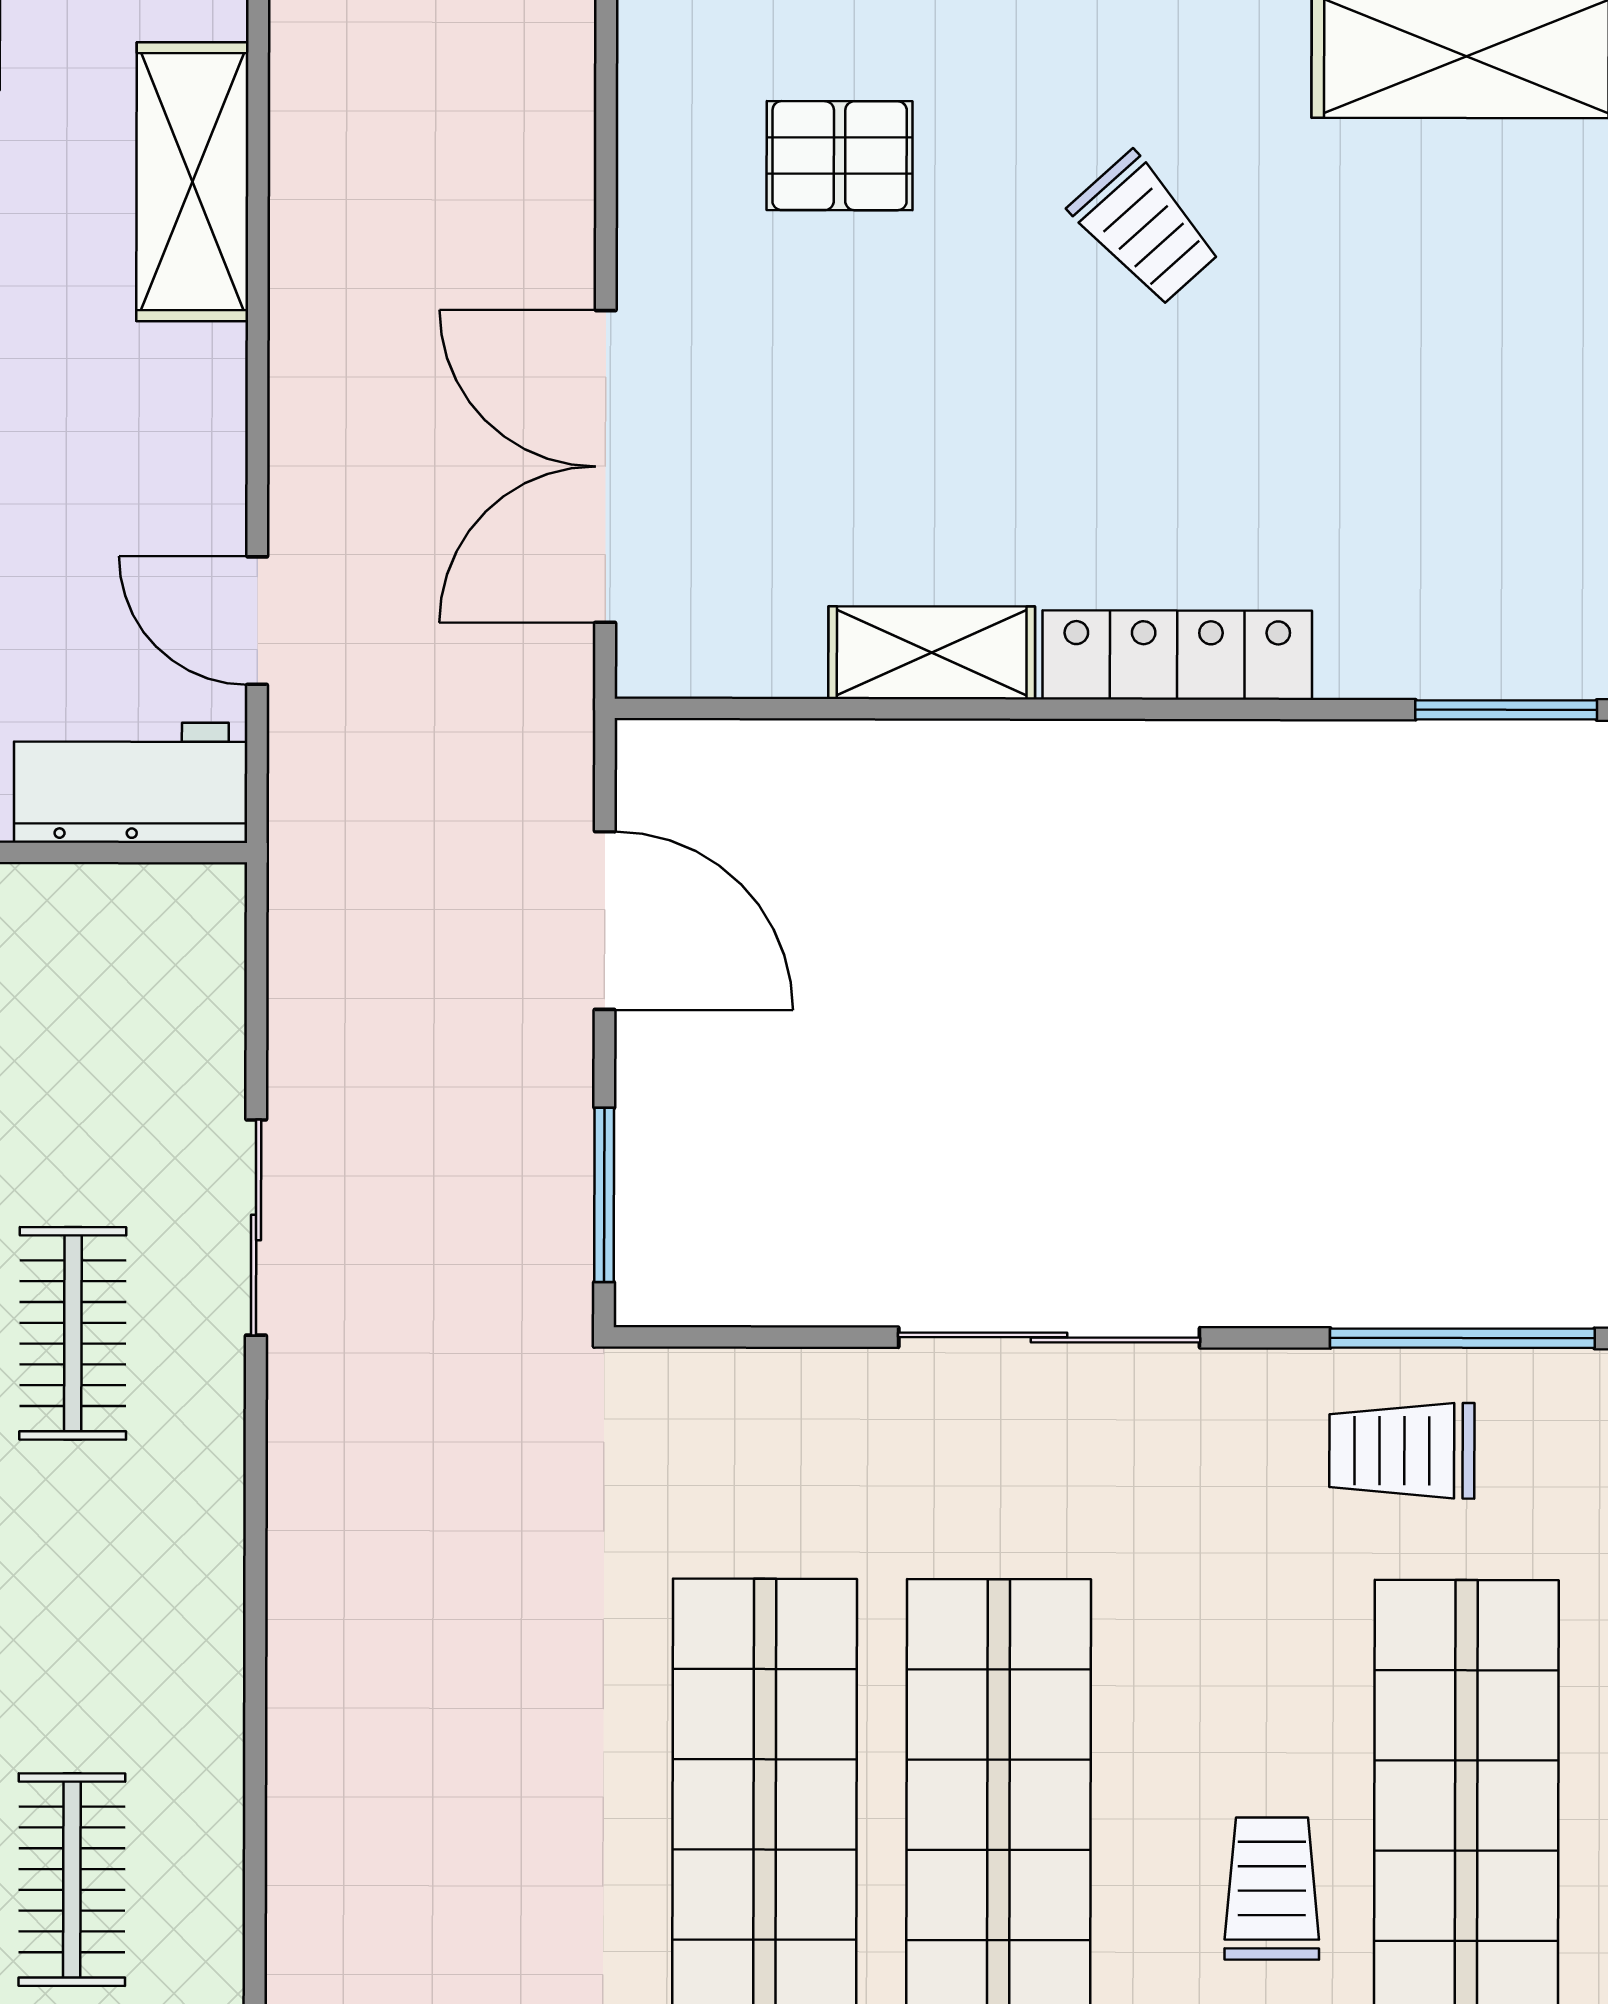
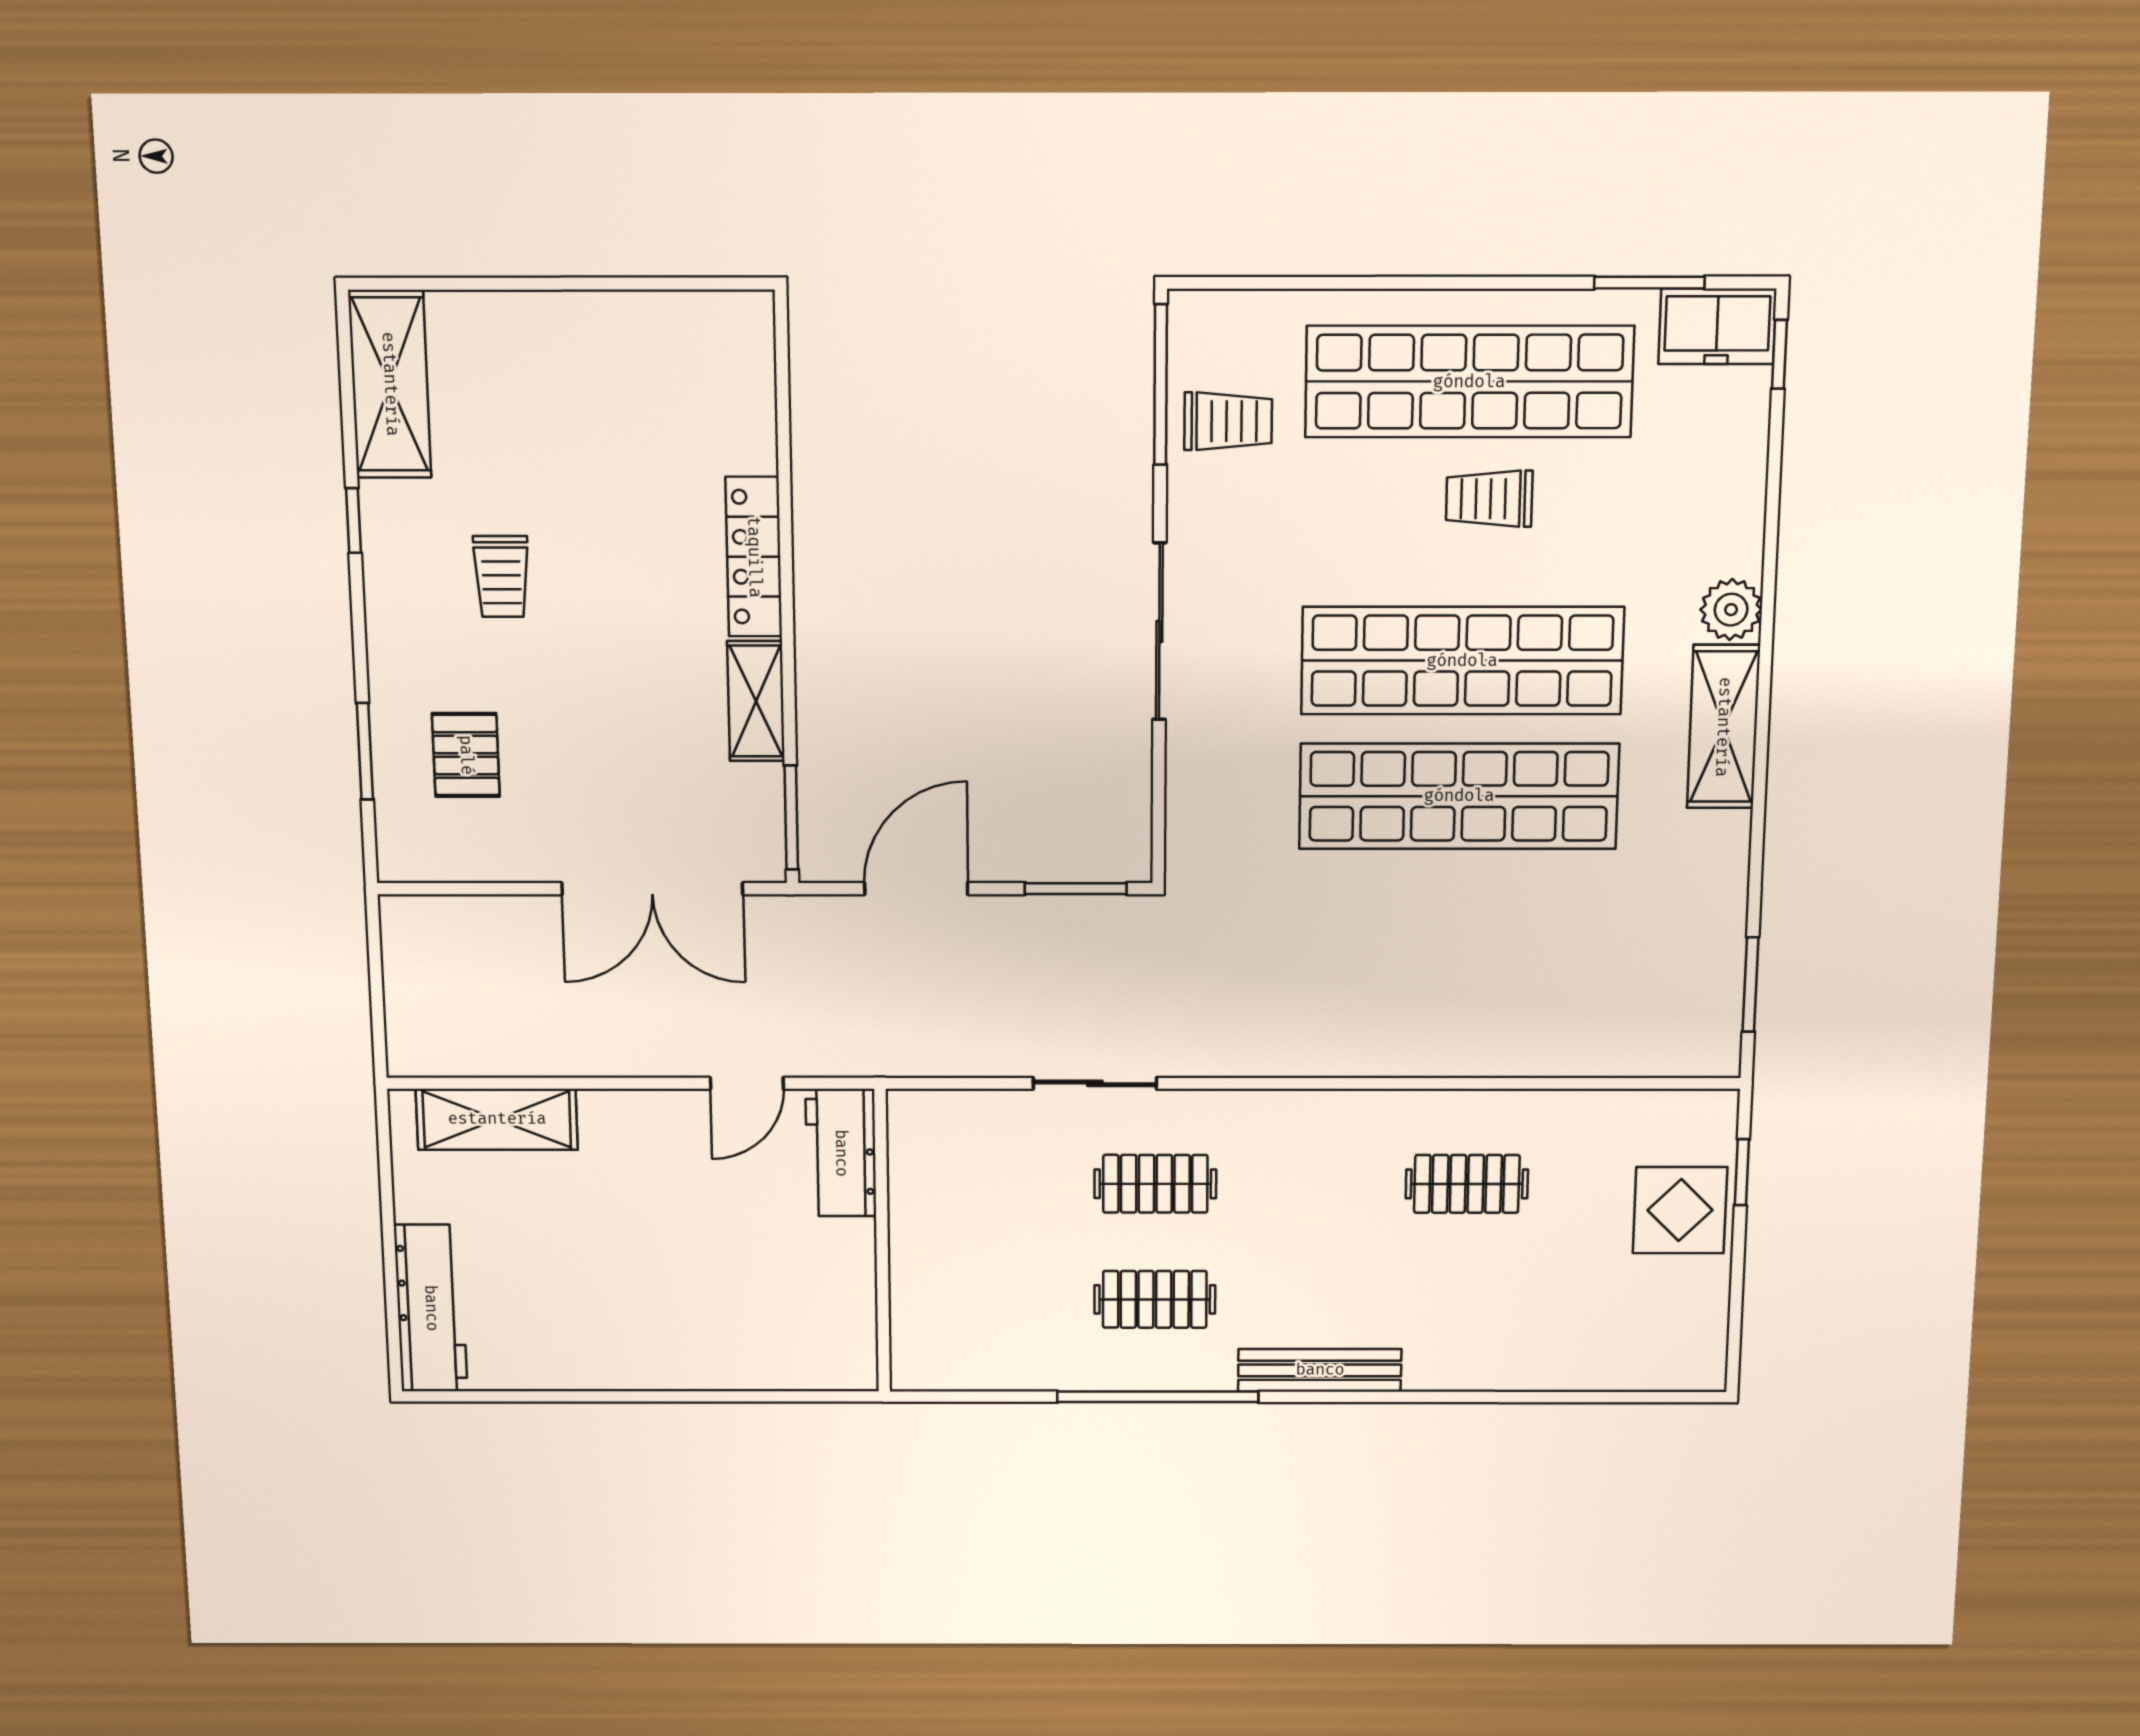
trolley: (1145, 229) -> (501, 577), turned 132
window: (1506, 710) -> (791, 818), moved
trolley: (1402, 1451) -> (1228, 421), turned -90

